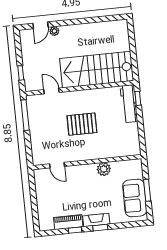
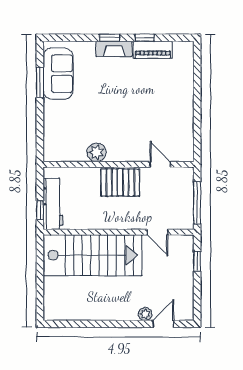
wall: (87, 162) -> (119, 164), moved
door: (57, 165) -> (160, 164), moved
plant: (104, 169) -> (97, 152), moved

